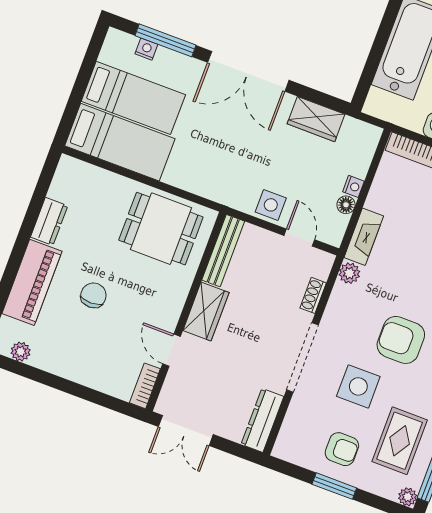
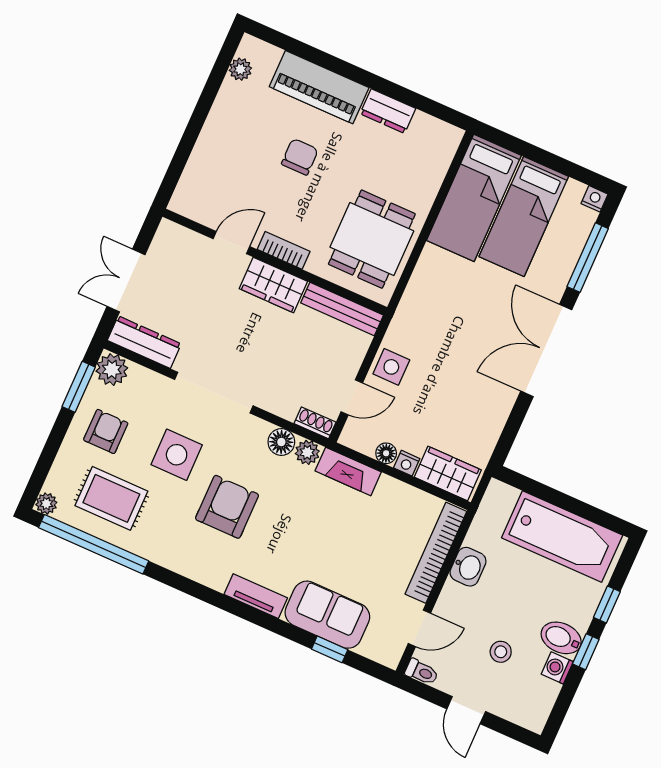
nightstand: (146, 49) -> (594, 199), moved, turned -90
wardrobe: (316, 119) -> (448, 473), moved, turned 90
chair: (93, 295) -> (300, 157), turned -90
shoe rack: (313, 295) -> (315, 423), moved
floor lamp: (342, 296) -> (281, 442), added
bookcase: (145, 386) -> (284, 250), moved
double door: (186, 431) -> (126, 280), moved
plant: (288, 447) -> (112, 370), added
armchair: (342, 449) -> (106, 431), turned 180
window: (334, 486) -> (79, 387), moved

